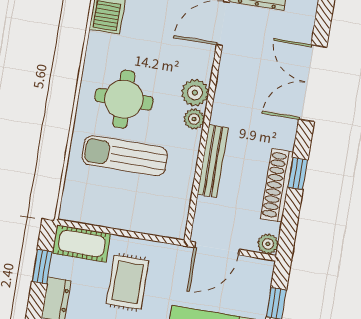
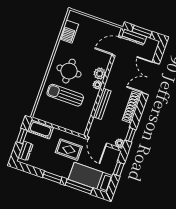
window: (298, 174) -> (131, 135), moved
shoe rack: (277, 185) -> (132, 107), moved
door: (217, 248) -> (97, 141), hinge flipped
rug: (128, 282) -> (69, 150), moved, turned 90

